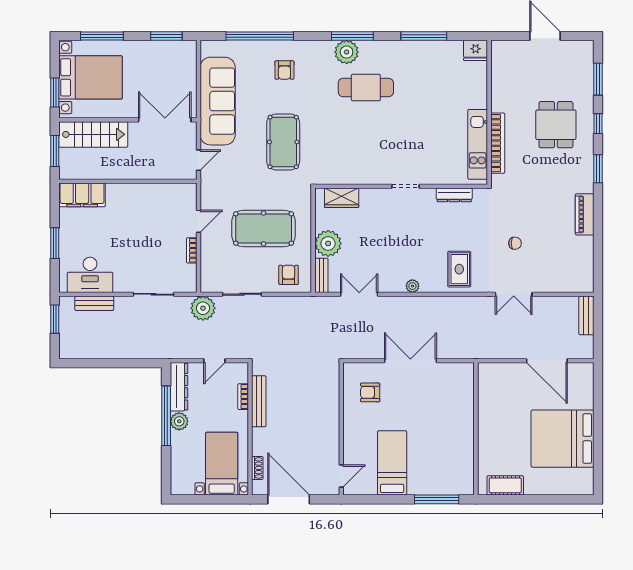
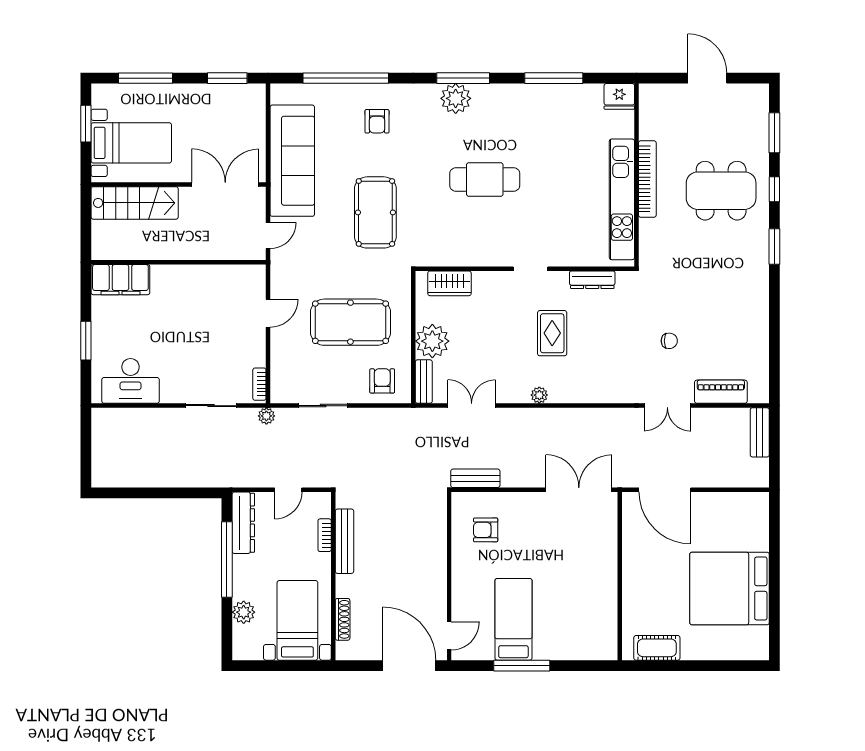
bed with nightstands: (91, 77) -> (131, 143), width x0.73
cafe table: (366, 88) -> (485, 179), moved
window: (55, 93) -> (86, 124), moved
dining table: (556, 125) -> (721, 191), width x1.38
bookcase: (498, 143) -> (647, 179), moved
kitchen unit: (478, 144) -> (622, 199), width x1.36
window: (55, 151) -> (86, 224), removed
piano: (585, 214) -> (721, 392), moved, turned 90
bookcase: (192, 250) -> (259, 384), moved
rug: (459, 269) -> (552, 333), moved
bench: (94, 303) -> (475, 478), moved
plant: (203, 308) -> (266, 416), width x0.53, depth x0.53
window: (55, 319) -> (86, 437), removed
double door: (410, 361) -> (579, 490), moved
door: (547, 361) -> (665, 490), moved
plant: (179, 421) -> (244, 612), moved
shoe rack: (257, 468) -> (343, 619), width x1.43
door: (289, 499) -> (409, 666), moved
window: (437, 499) -> (522, 666), moved

